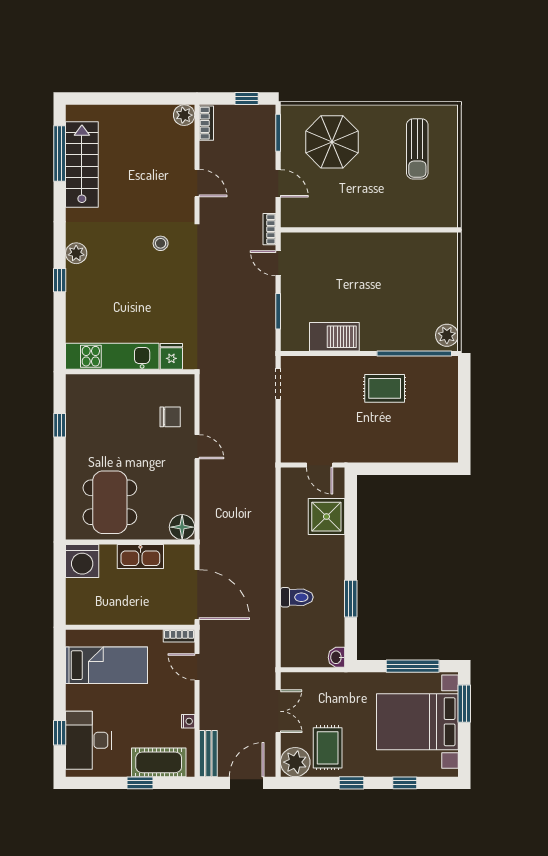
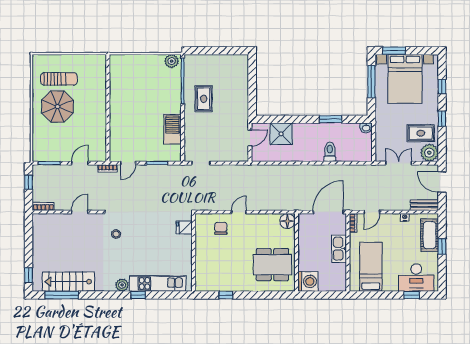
window: (92, 99) -> (29, 275), added
plant: (184, 115) -> (39, 220), removed
parasol: (332, 142) -> (57, 107), moved
kitchen unit: (112, 356) -> (157, 283), moved, turned 90
kitchen sink: (140, 557) -> (339, 249), moved, turned 180

